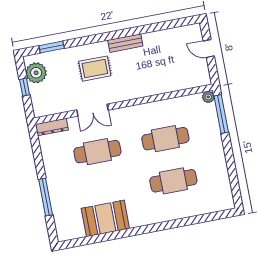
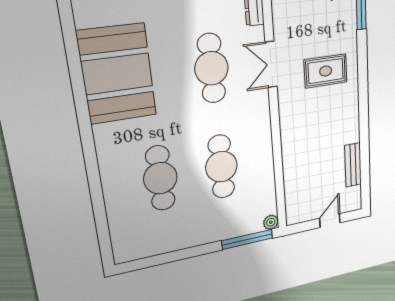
bench: (125, 43) -> (353, 165), moved
rug: (95, 69) -> (326, 71), turned 90
booth: (105, 218) -> (117, 74), width x1.36, depth x1.42

